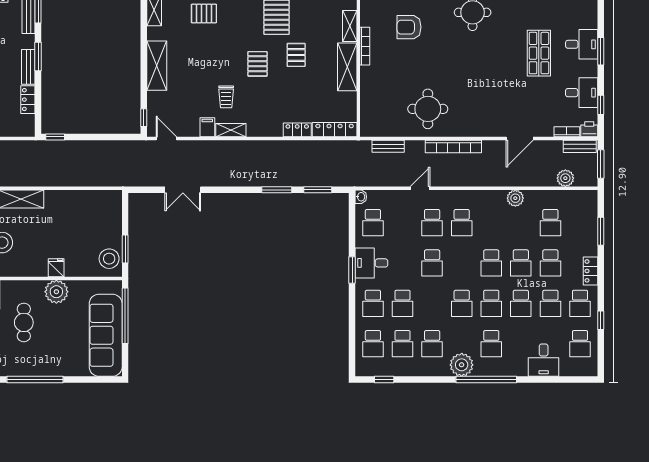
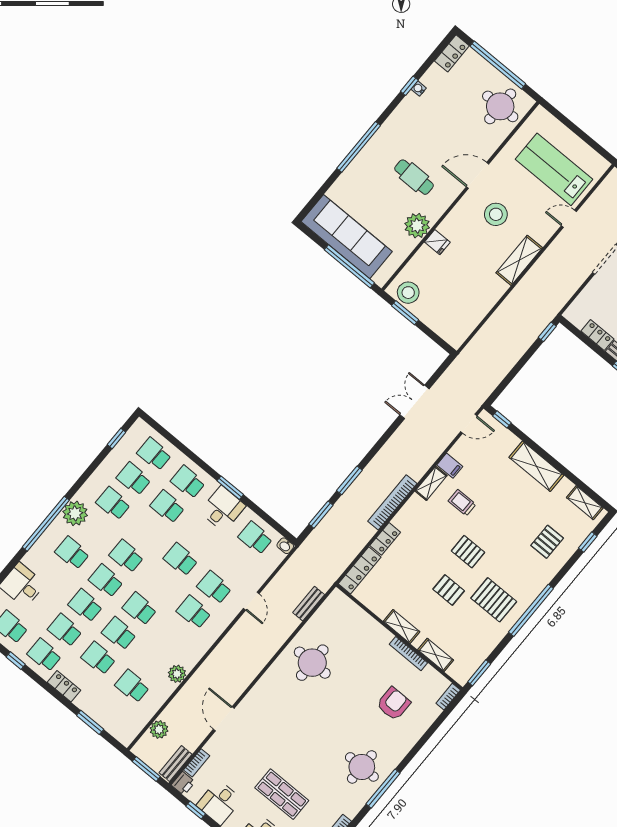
shelving: (347, 67) -> (402, 626), width x0.67, depth x0.75
bookcase: (453, 146) -> (392, 502), moved

